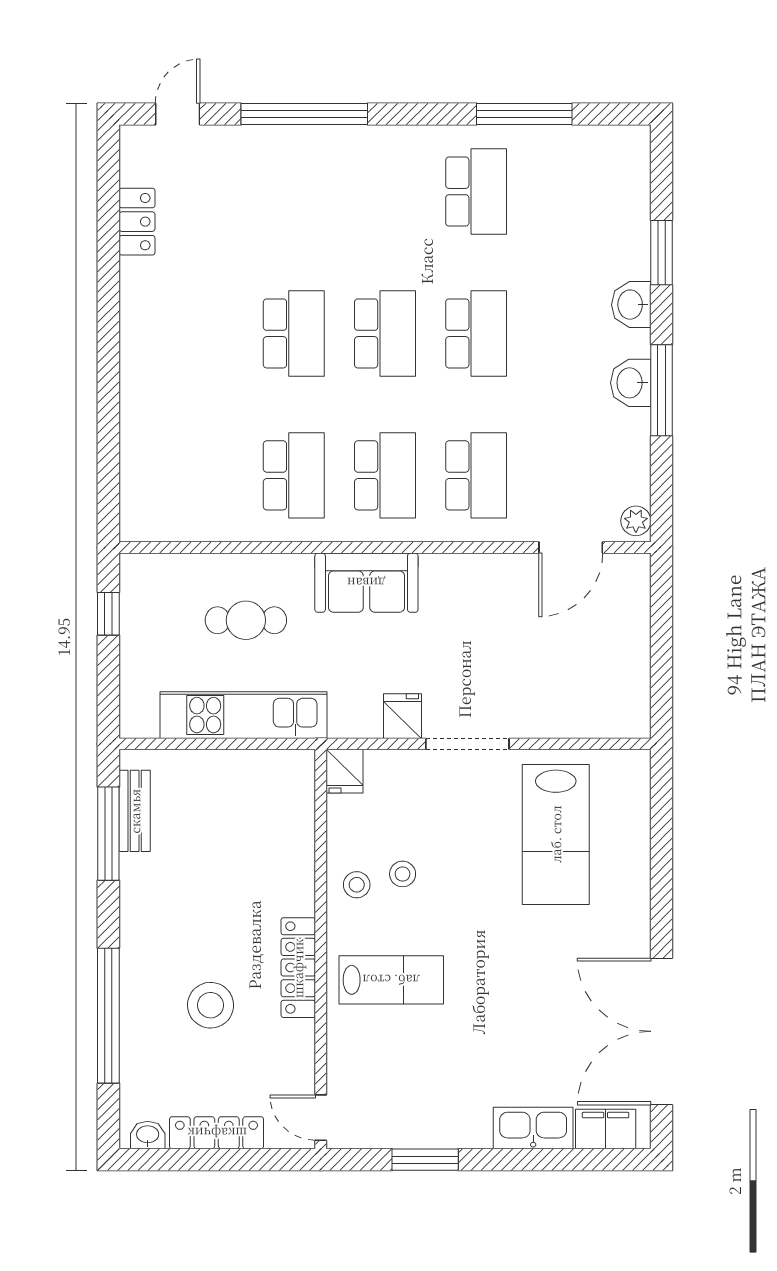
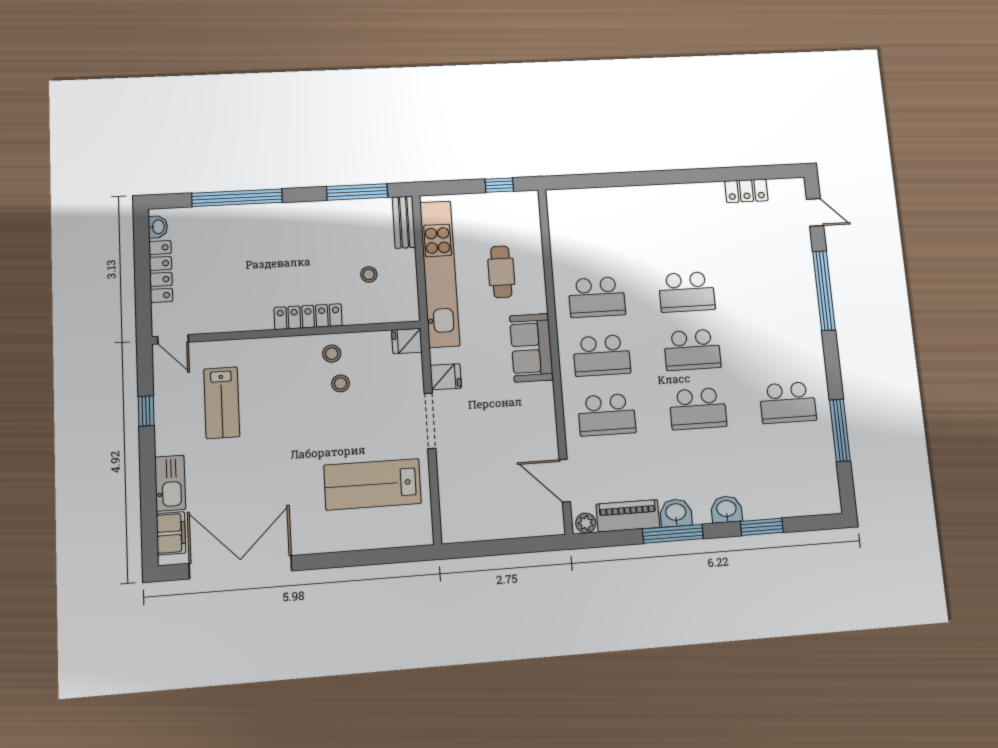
piano: (630, 456) -> (628, 516), added
kitchen unit: (244, 715) -> (440, 274), width x1.36
bench: (135, 811) -> (404, 222), moved, turned 90
locker: (298, 968) -> (308, 317), moved
lab bench: (391, 980) -> (222, 403), moved
stool: (211, 1005) -> (369, 274), moved, width x0.53, depth x0.53
door: (321, 1118) -> (173, 339), swing flipped
window: (425, 1160) -> (146, 411), width x0.67

